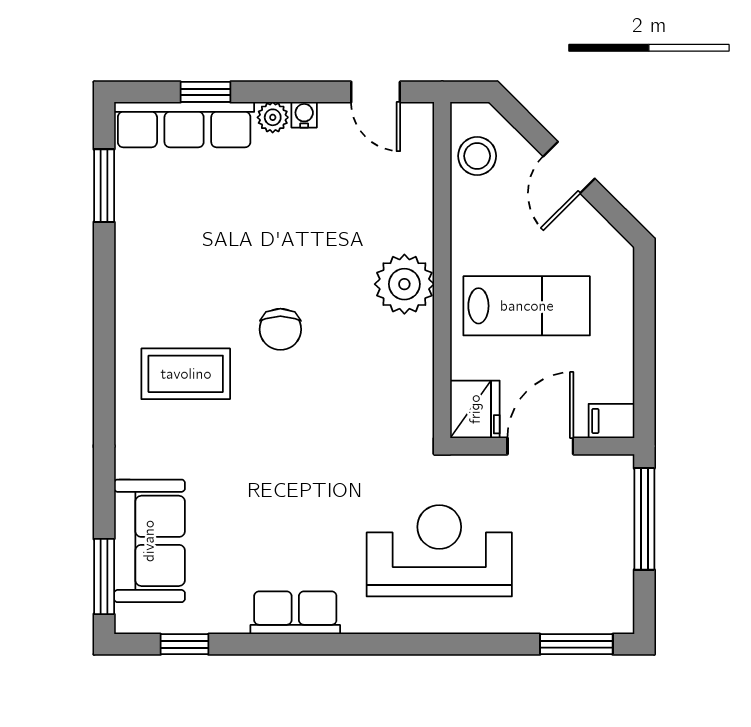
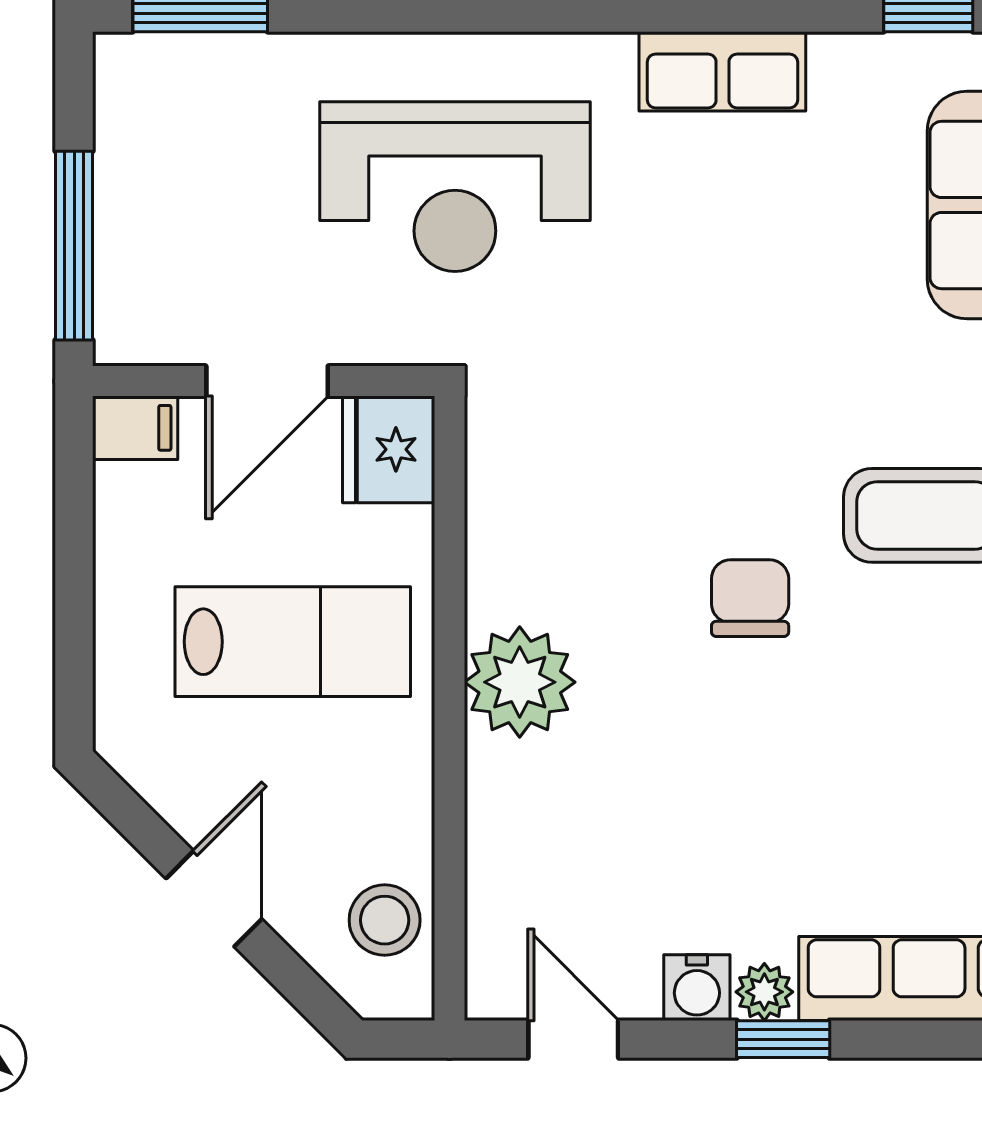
window: (205, 92) -> (783, 1039), moved
water cooler: (304, 115) -> (697, 988), width x1.38, depth x1.38
lab bench: (527, 306) -> (293, 642), turned 180

